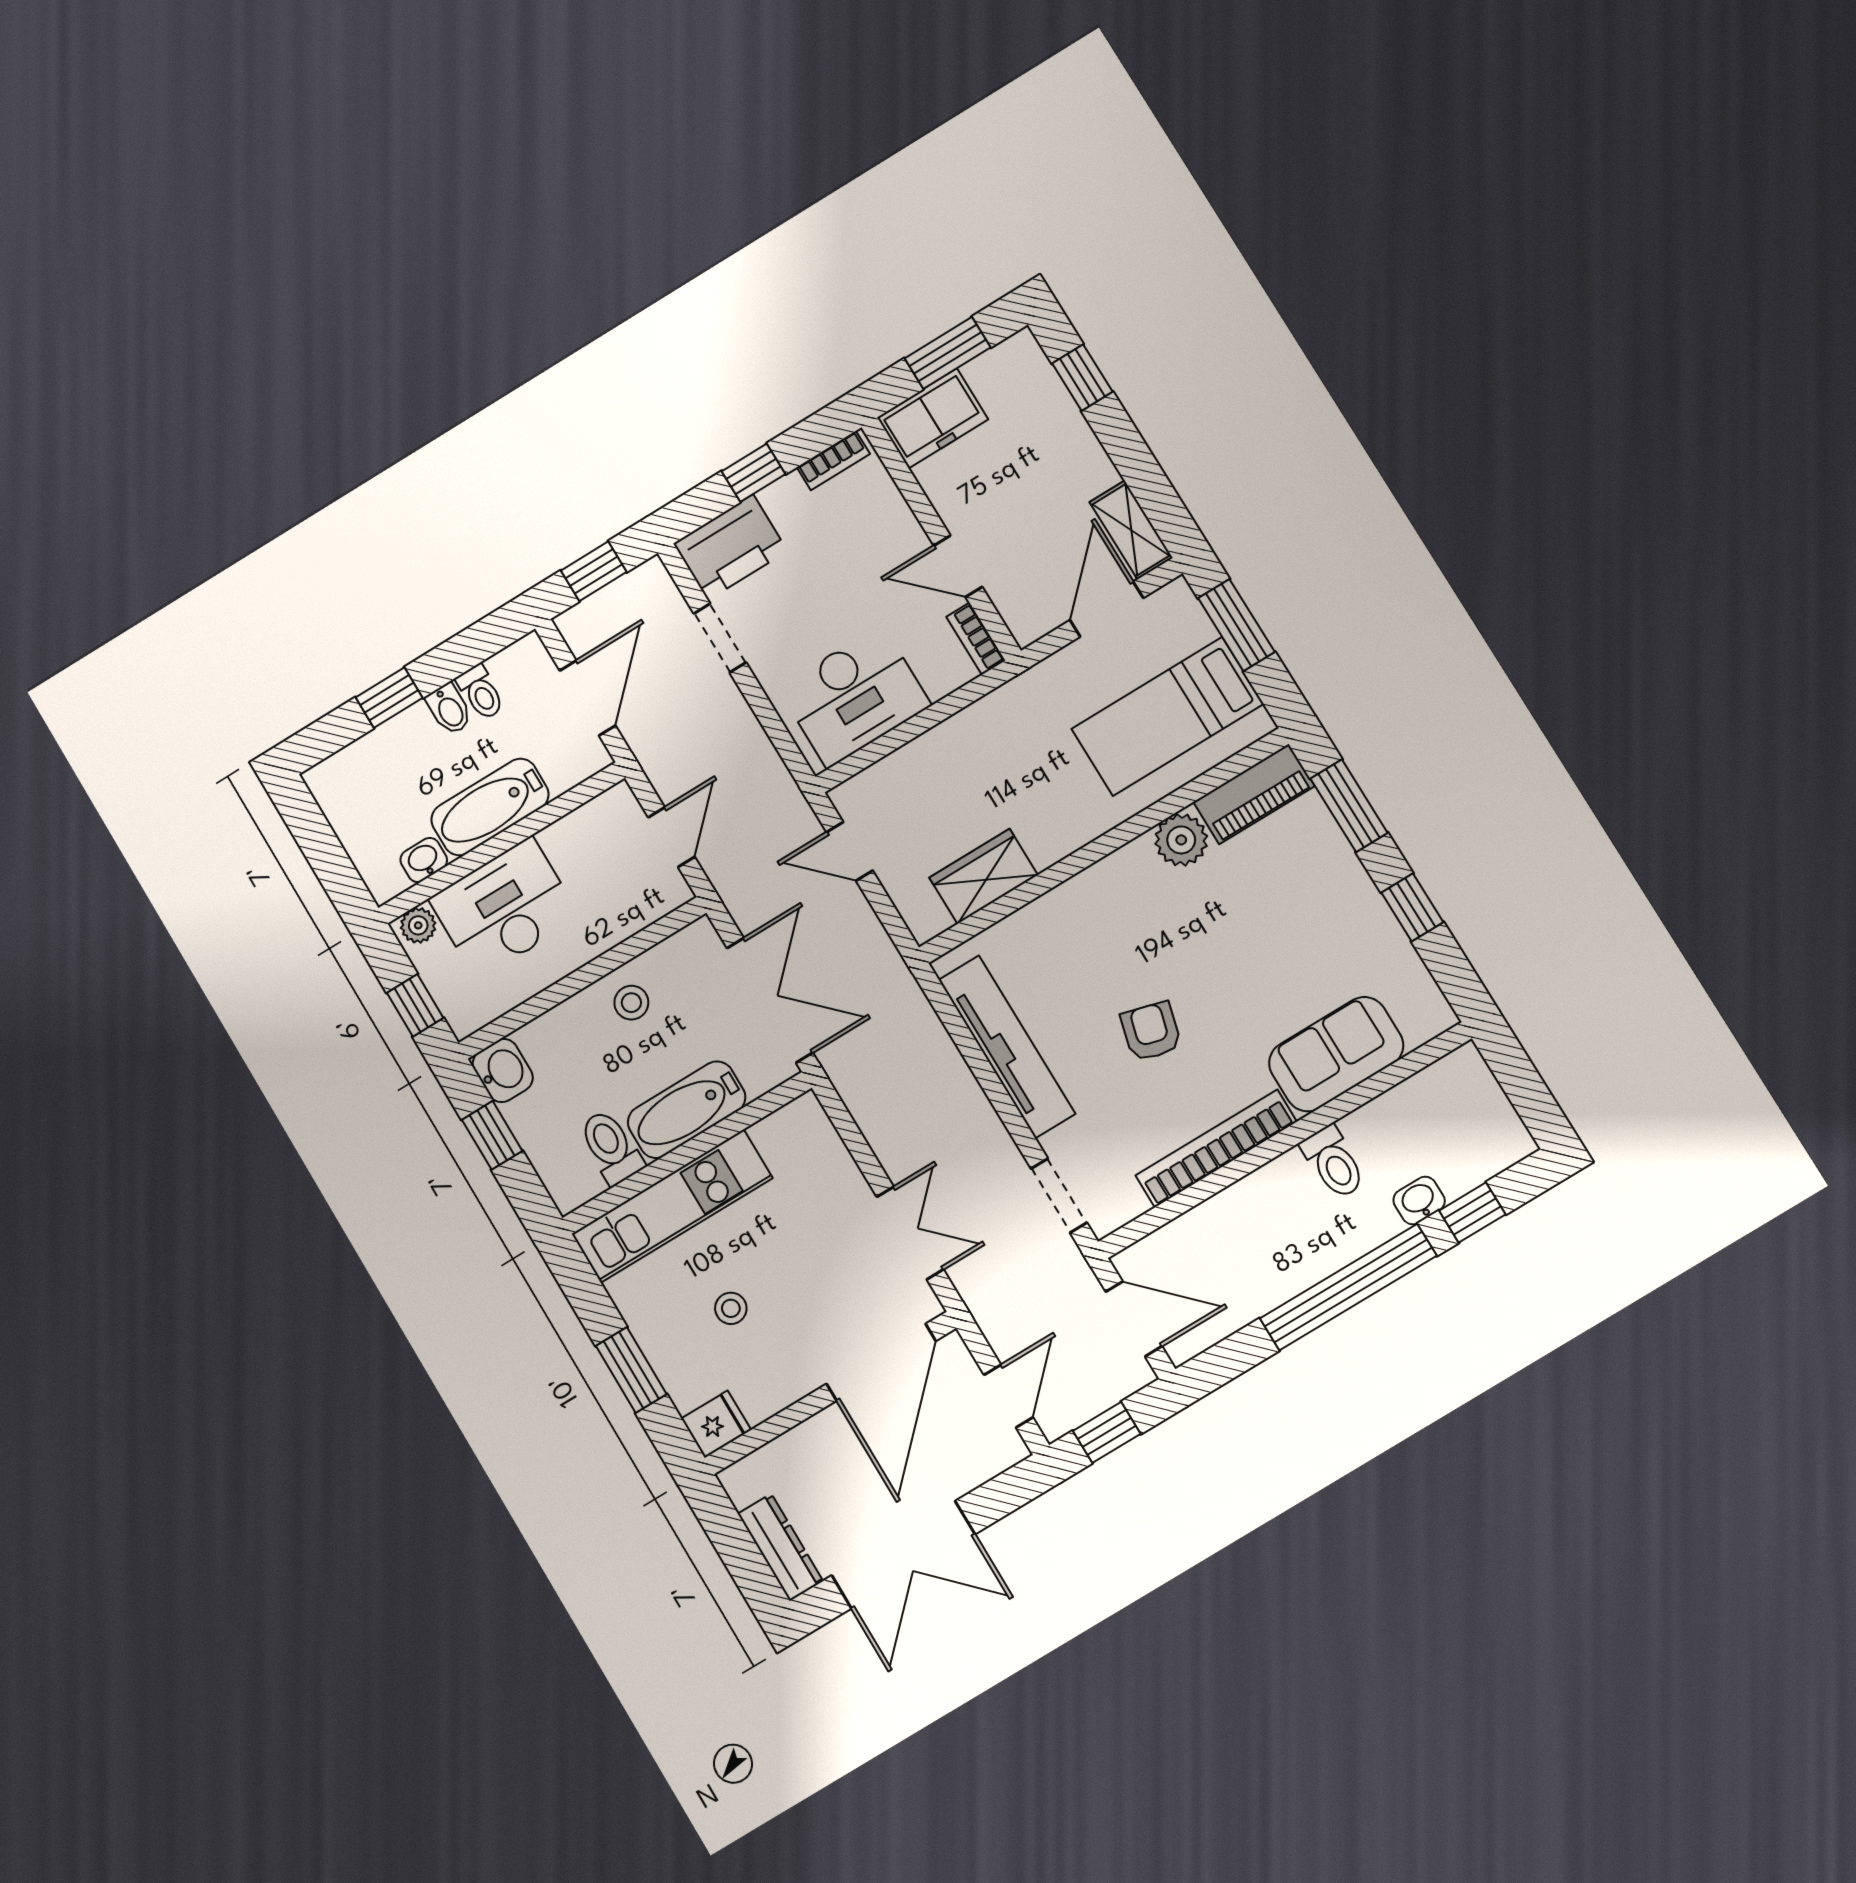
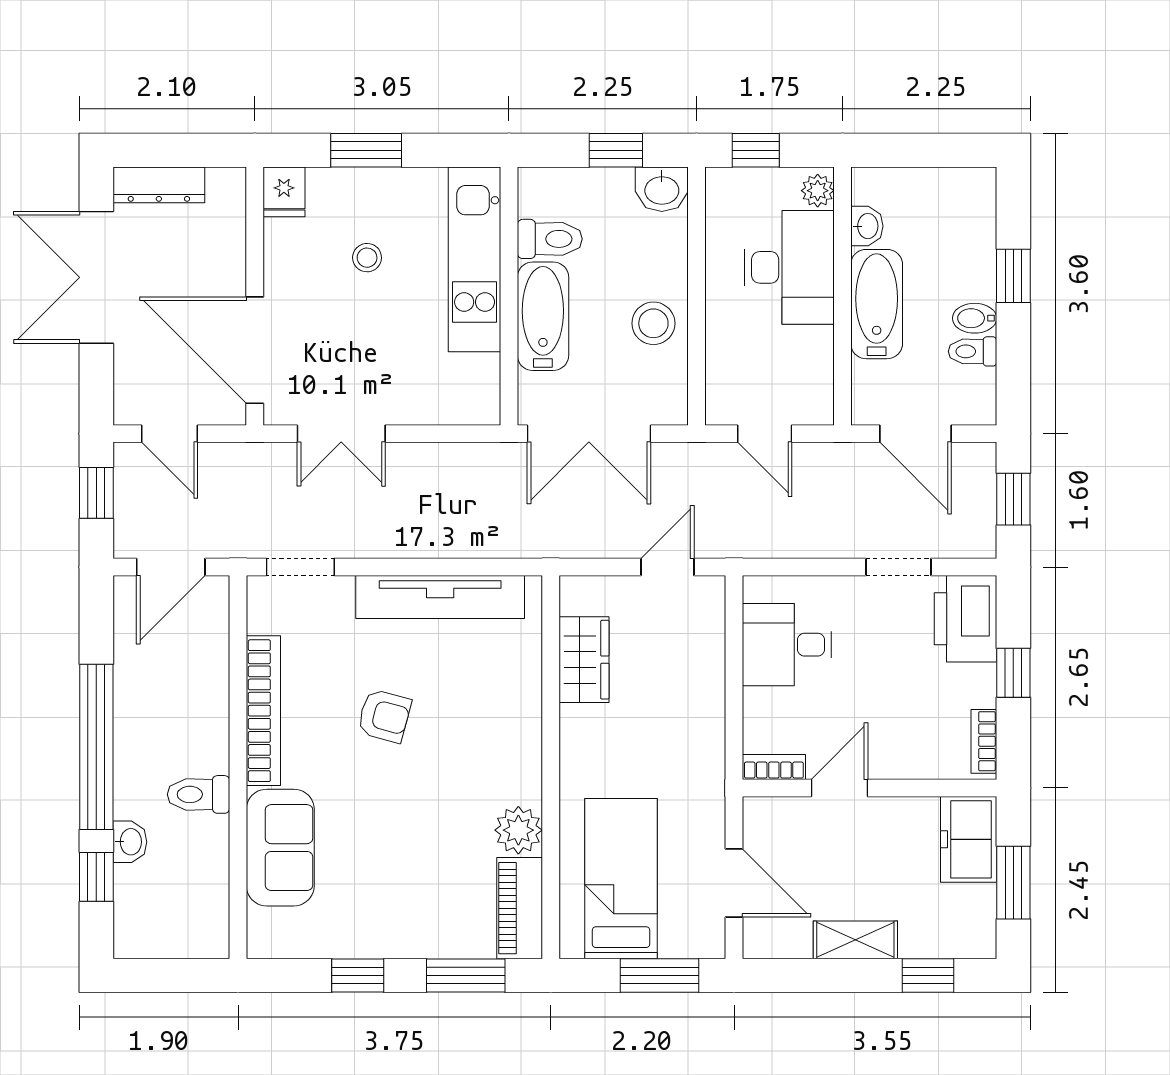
shelving: (1131, 530) -> (855, 940), moved
desk: (854, 696) -> (787, 645), width x0.73
stool: (631, 1003) -> (653, 323), width x1.37, depth x1.37

